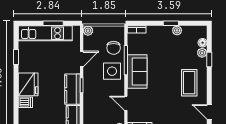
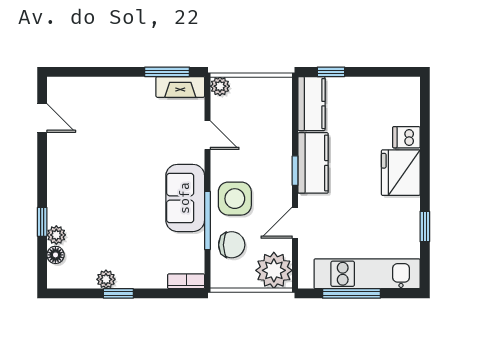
window: (53, 23) -> (351, 293), width x1.44
plant: (88, 31) -> (274, 270), width x1.88, depth x1.88
chair: (114, 48) -> (232, 245), turned 90
coffee table: (189, 83) -> (82, 176), removed

